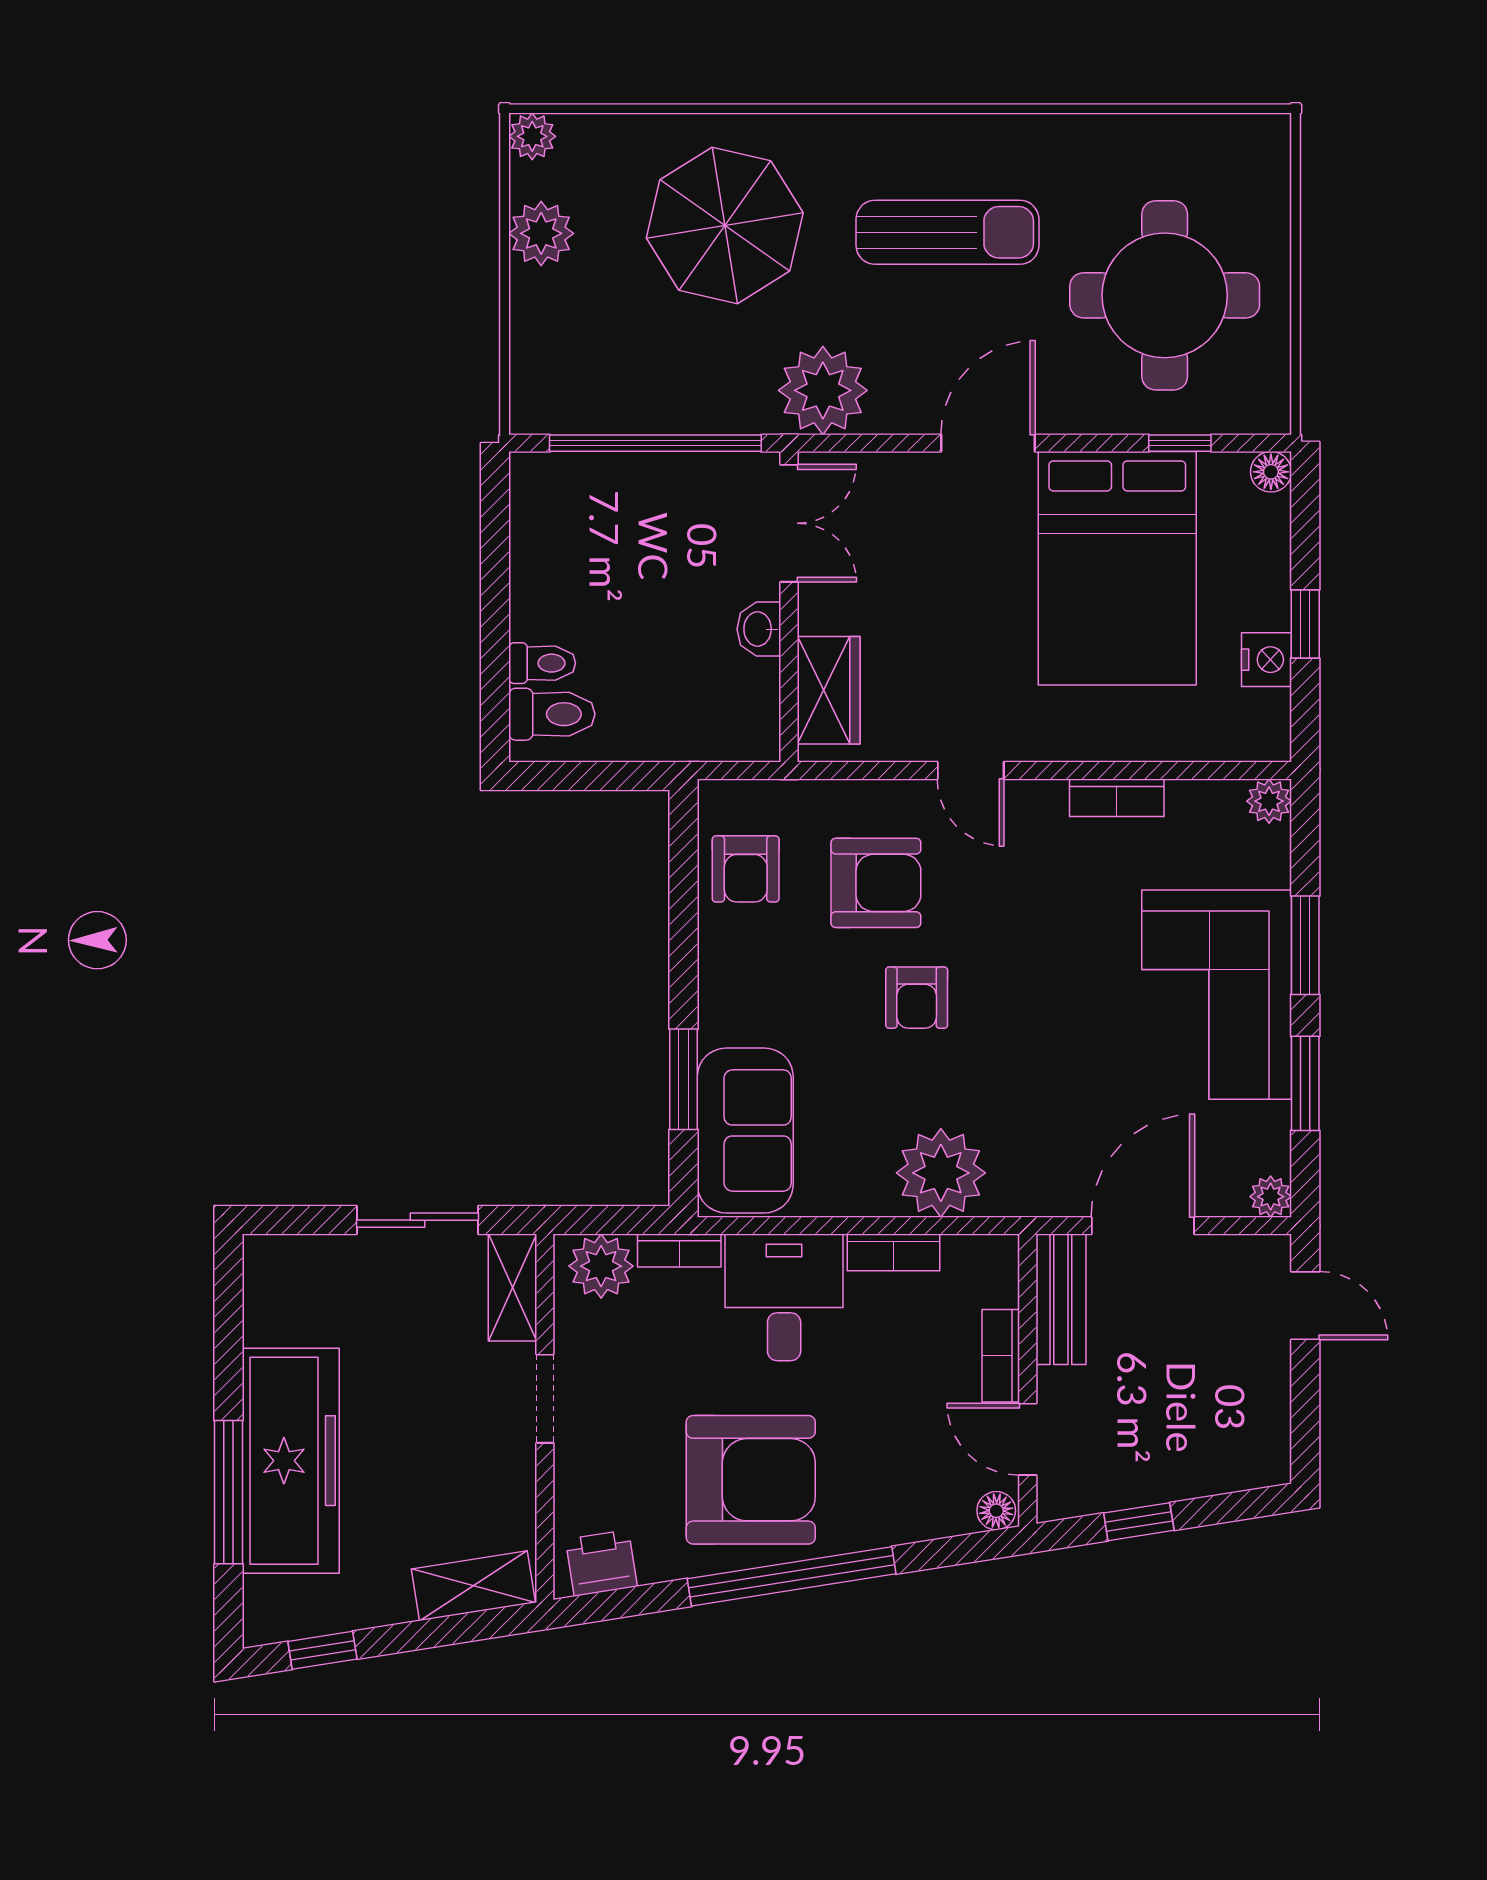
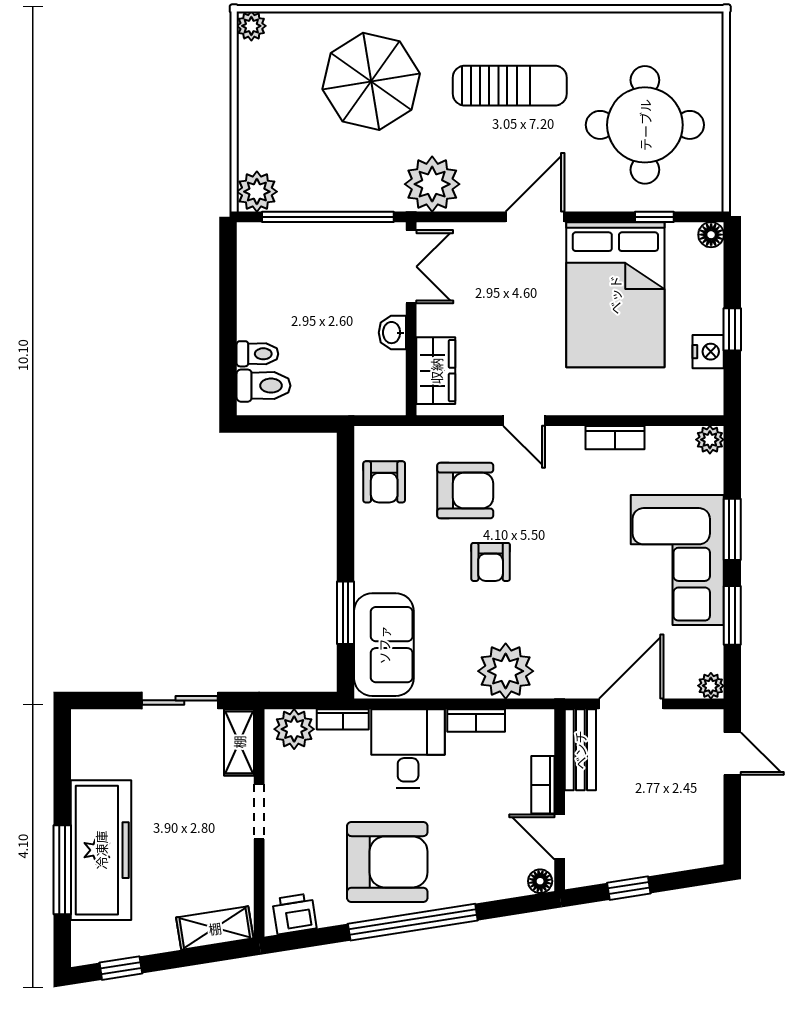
plant: (541, 233) -> (257, 192), moved

